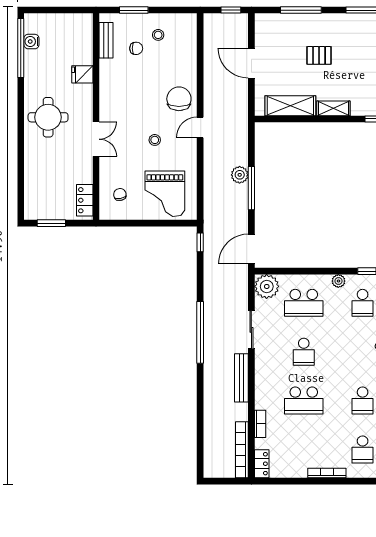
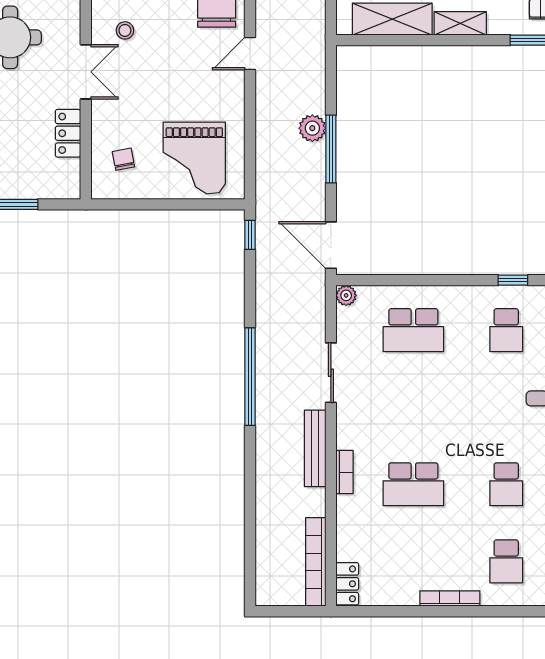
stool: (155, 140) -> (125, 30), moved
locker: (85, 200) -> (68, 133), moved
door: (251, 249) -> (331, 245), hinge flipped
plant: (338, 281) -> (468, 296), removed
plant: (267, 286) -> (346, 295), width x0.53, depth x0.53
school desk: (304, 352) -> (413, 407), removed
bookcase: (260, 424) -> (345, 472), moved

